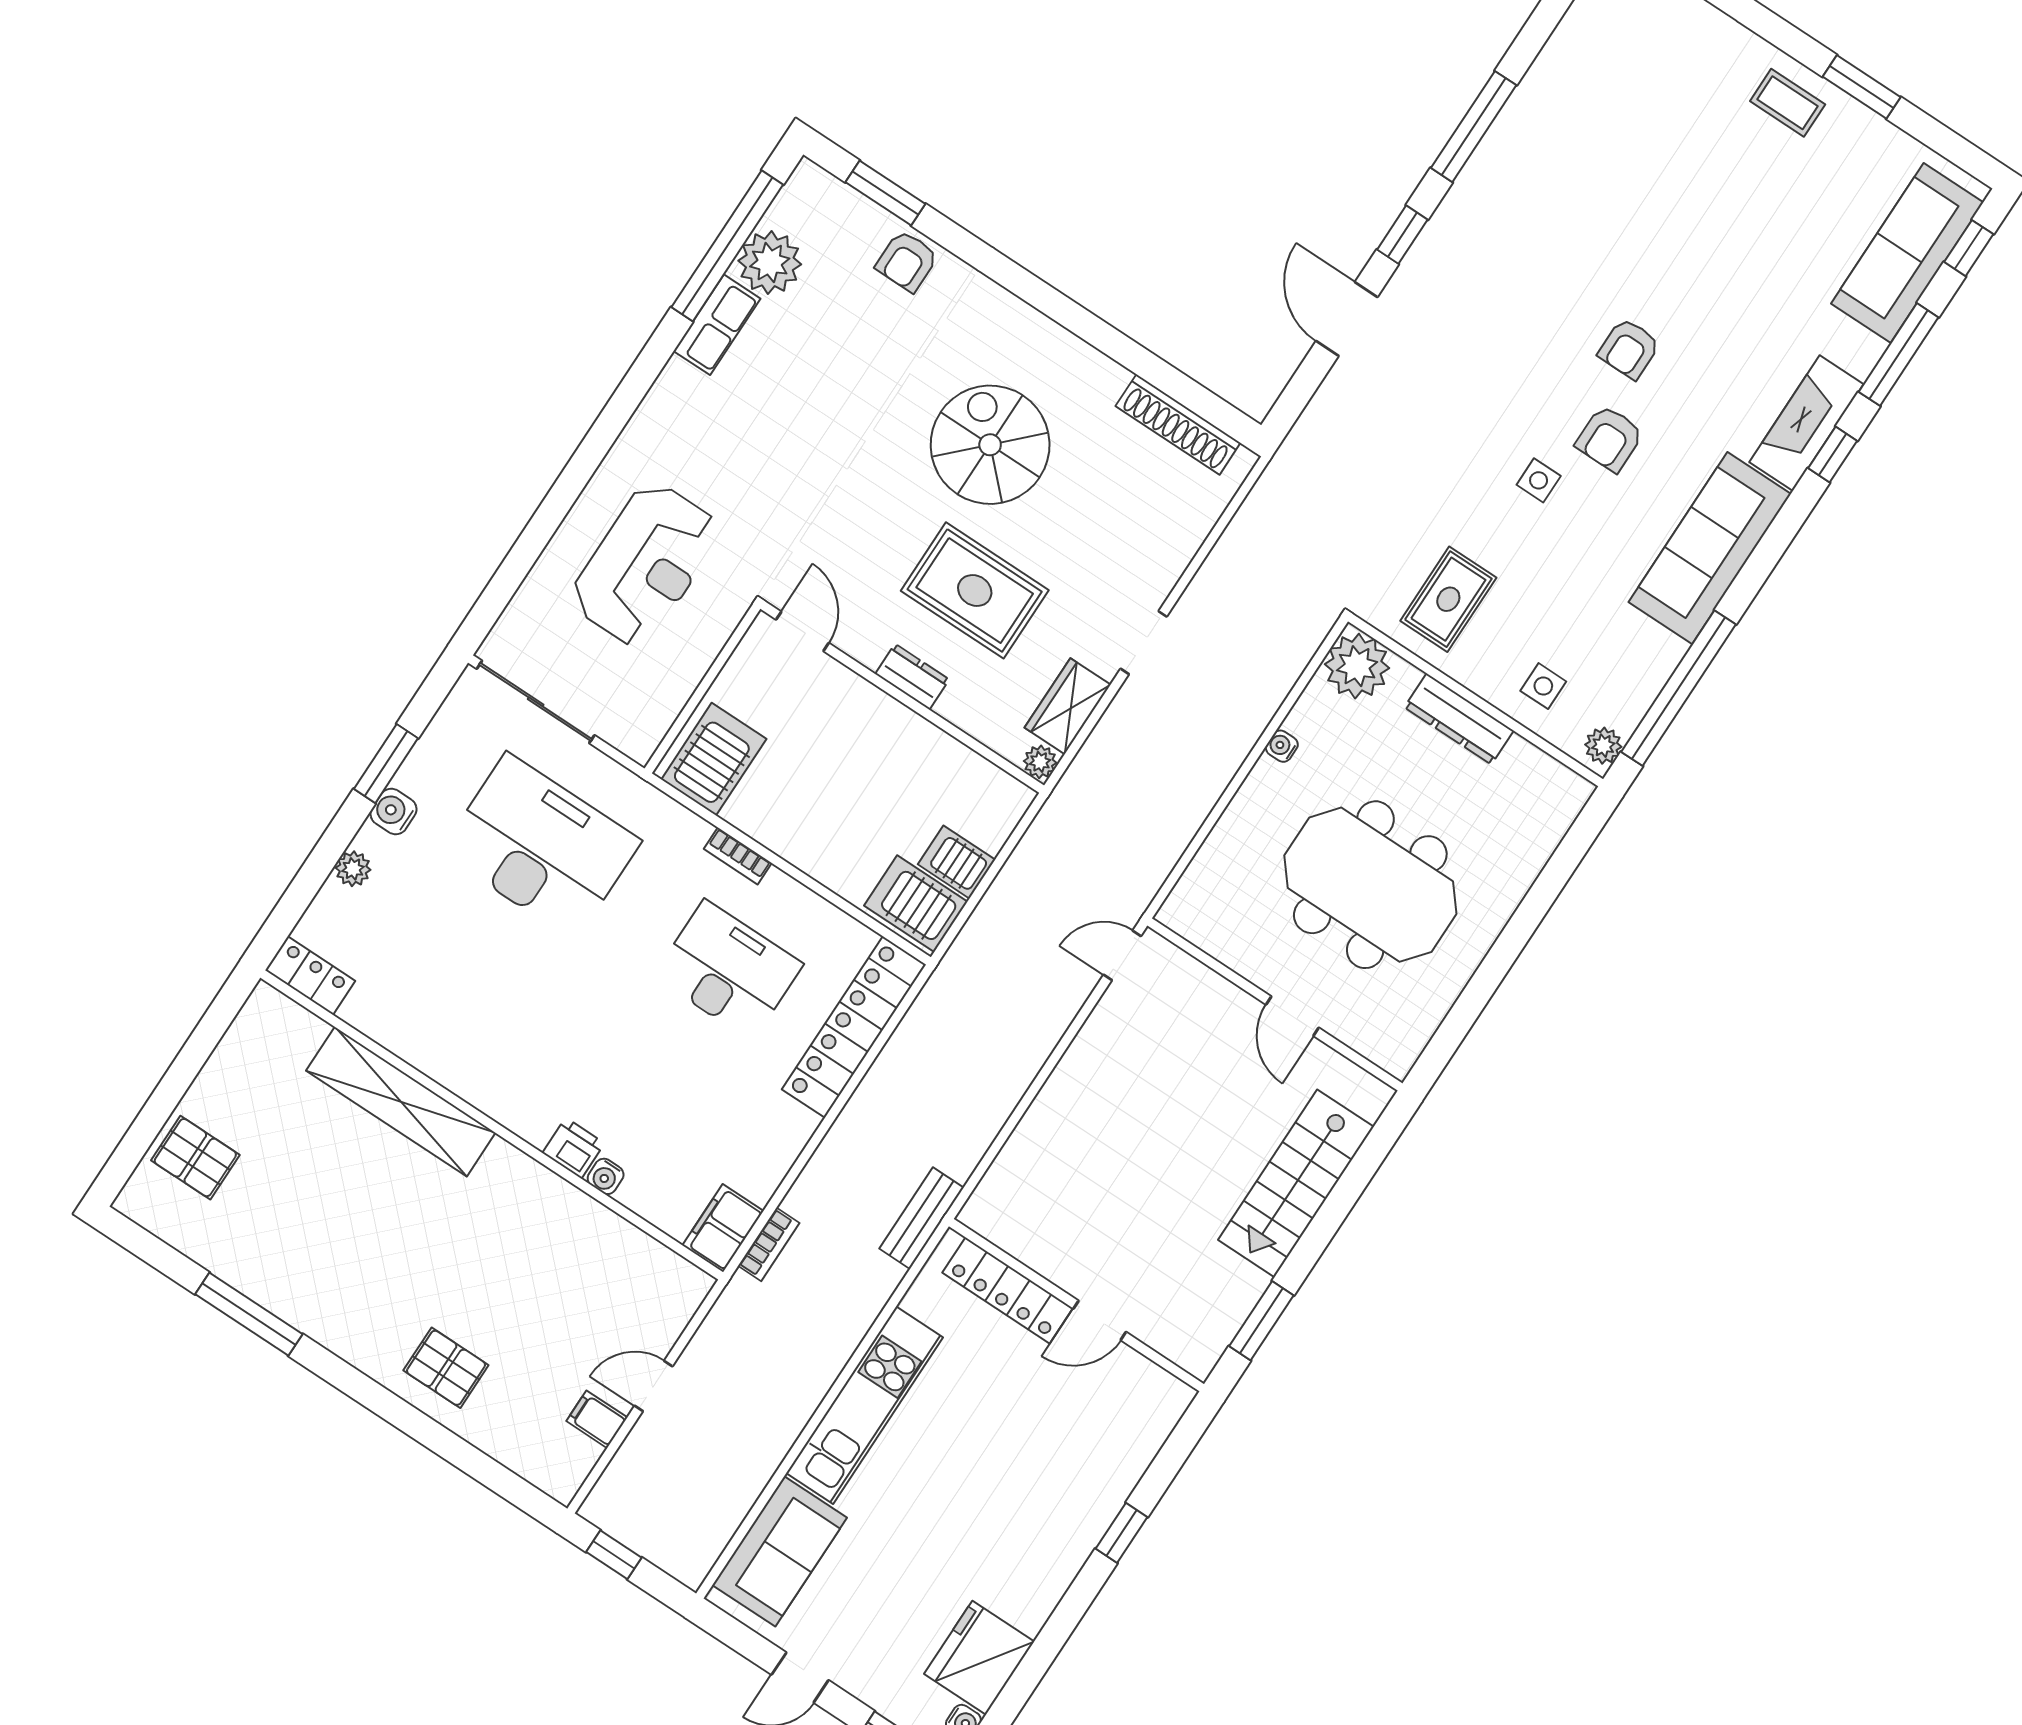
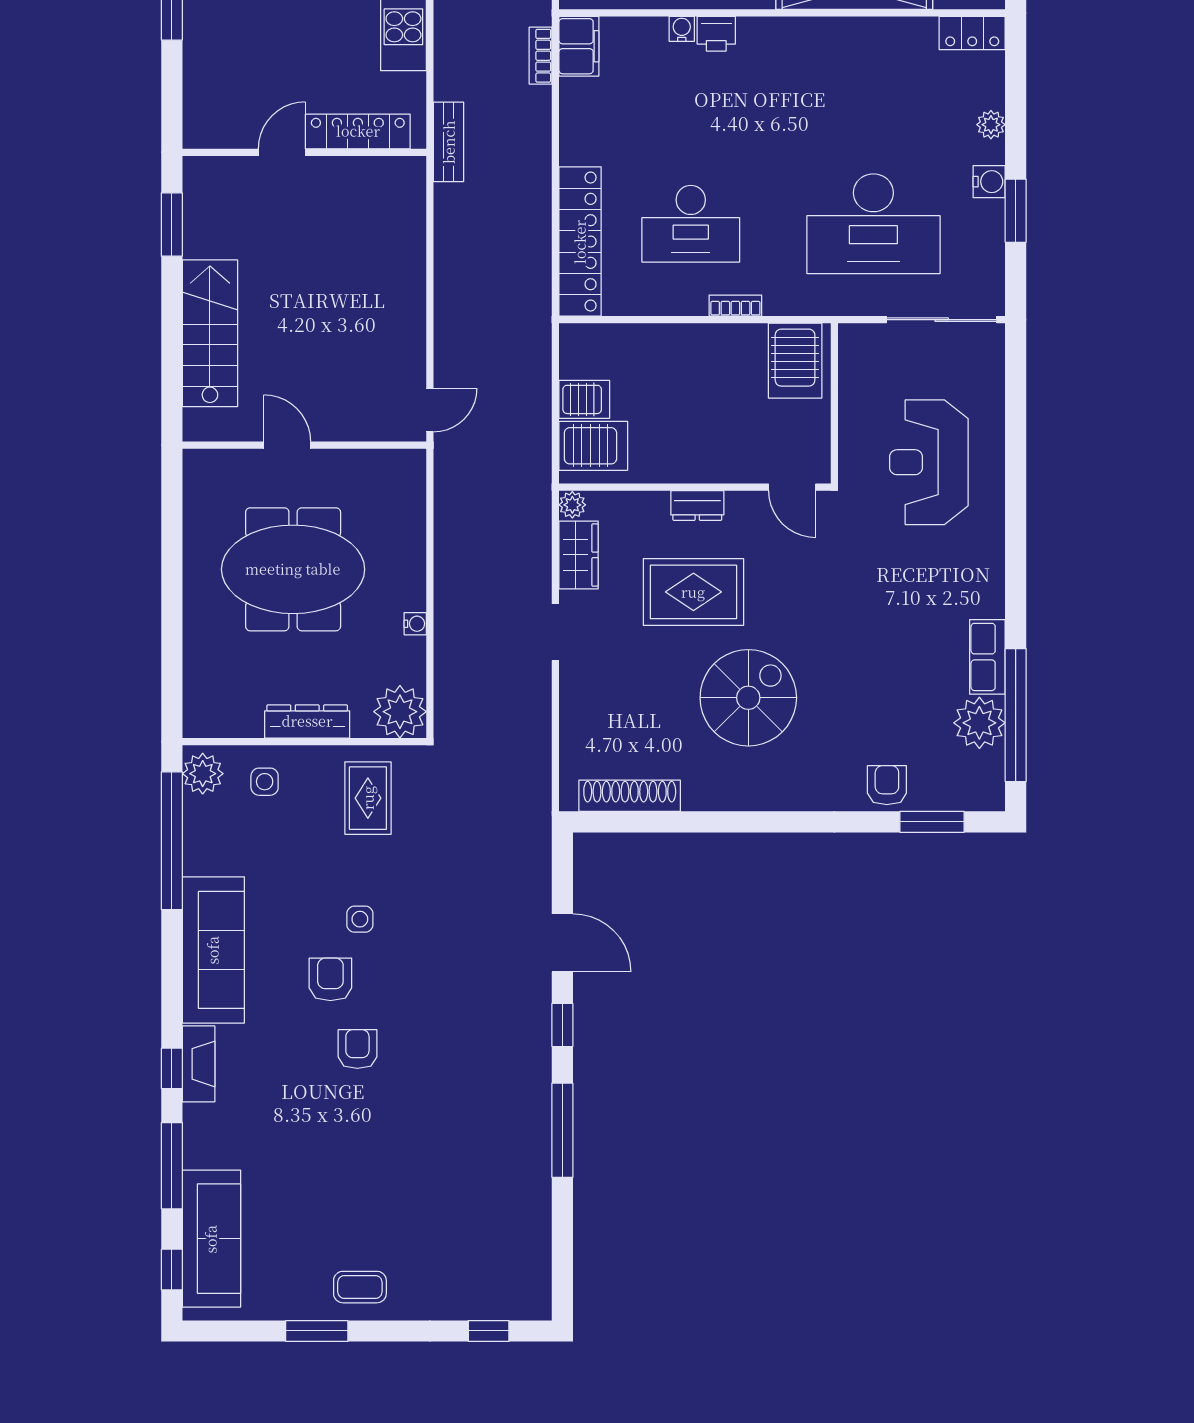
fireplace: (1806, 423) -> (199, 1064), width x0.73, depth x0.76
spiral stairs: (990, 445) -> (748, 698), turned -90
plant: (1603, 746) -> (203, 774), width x1.38, depth x1.38
server rack: (916, 904) -> (593, 446), moved

